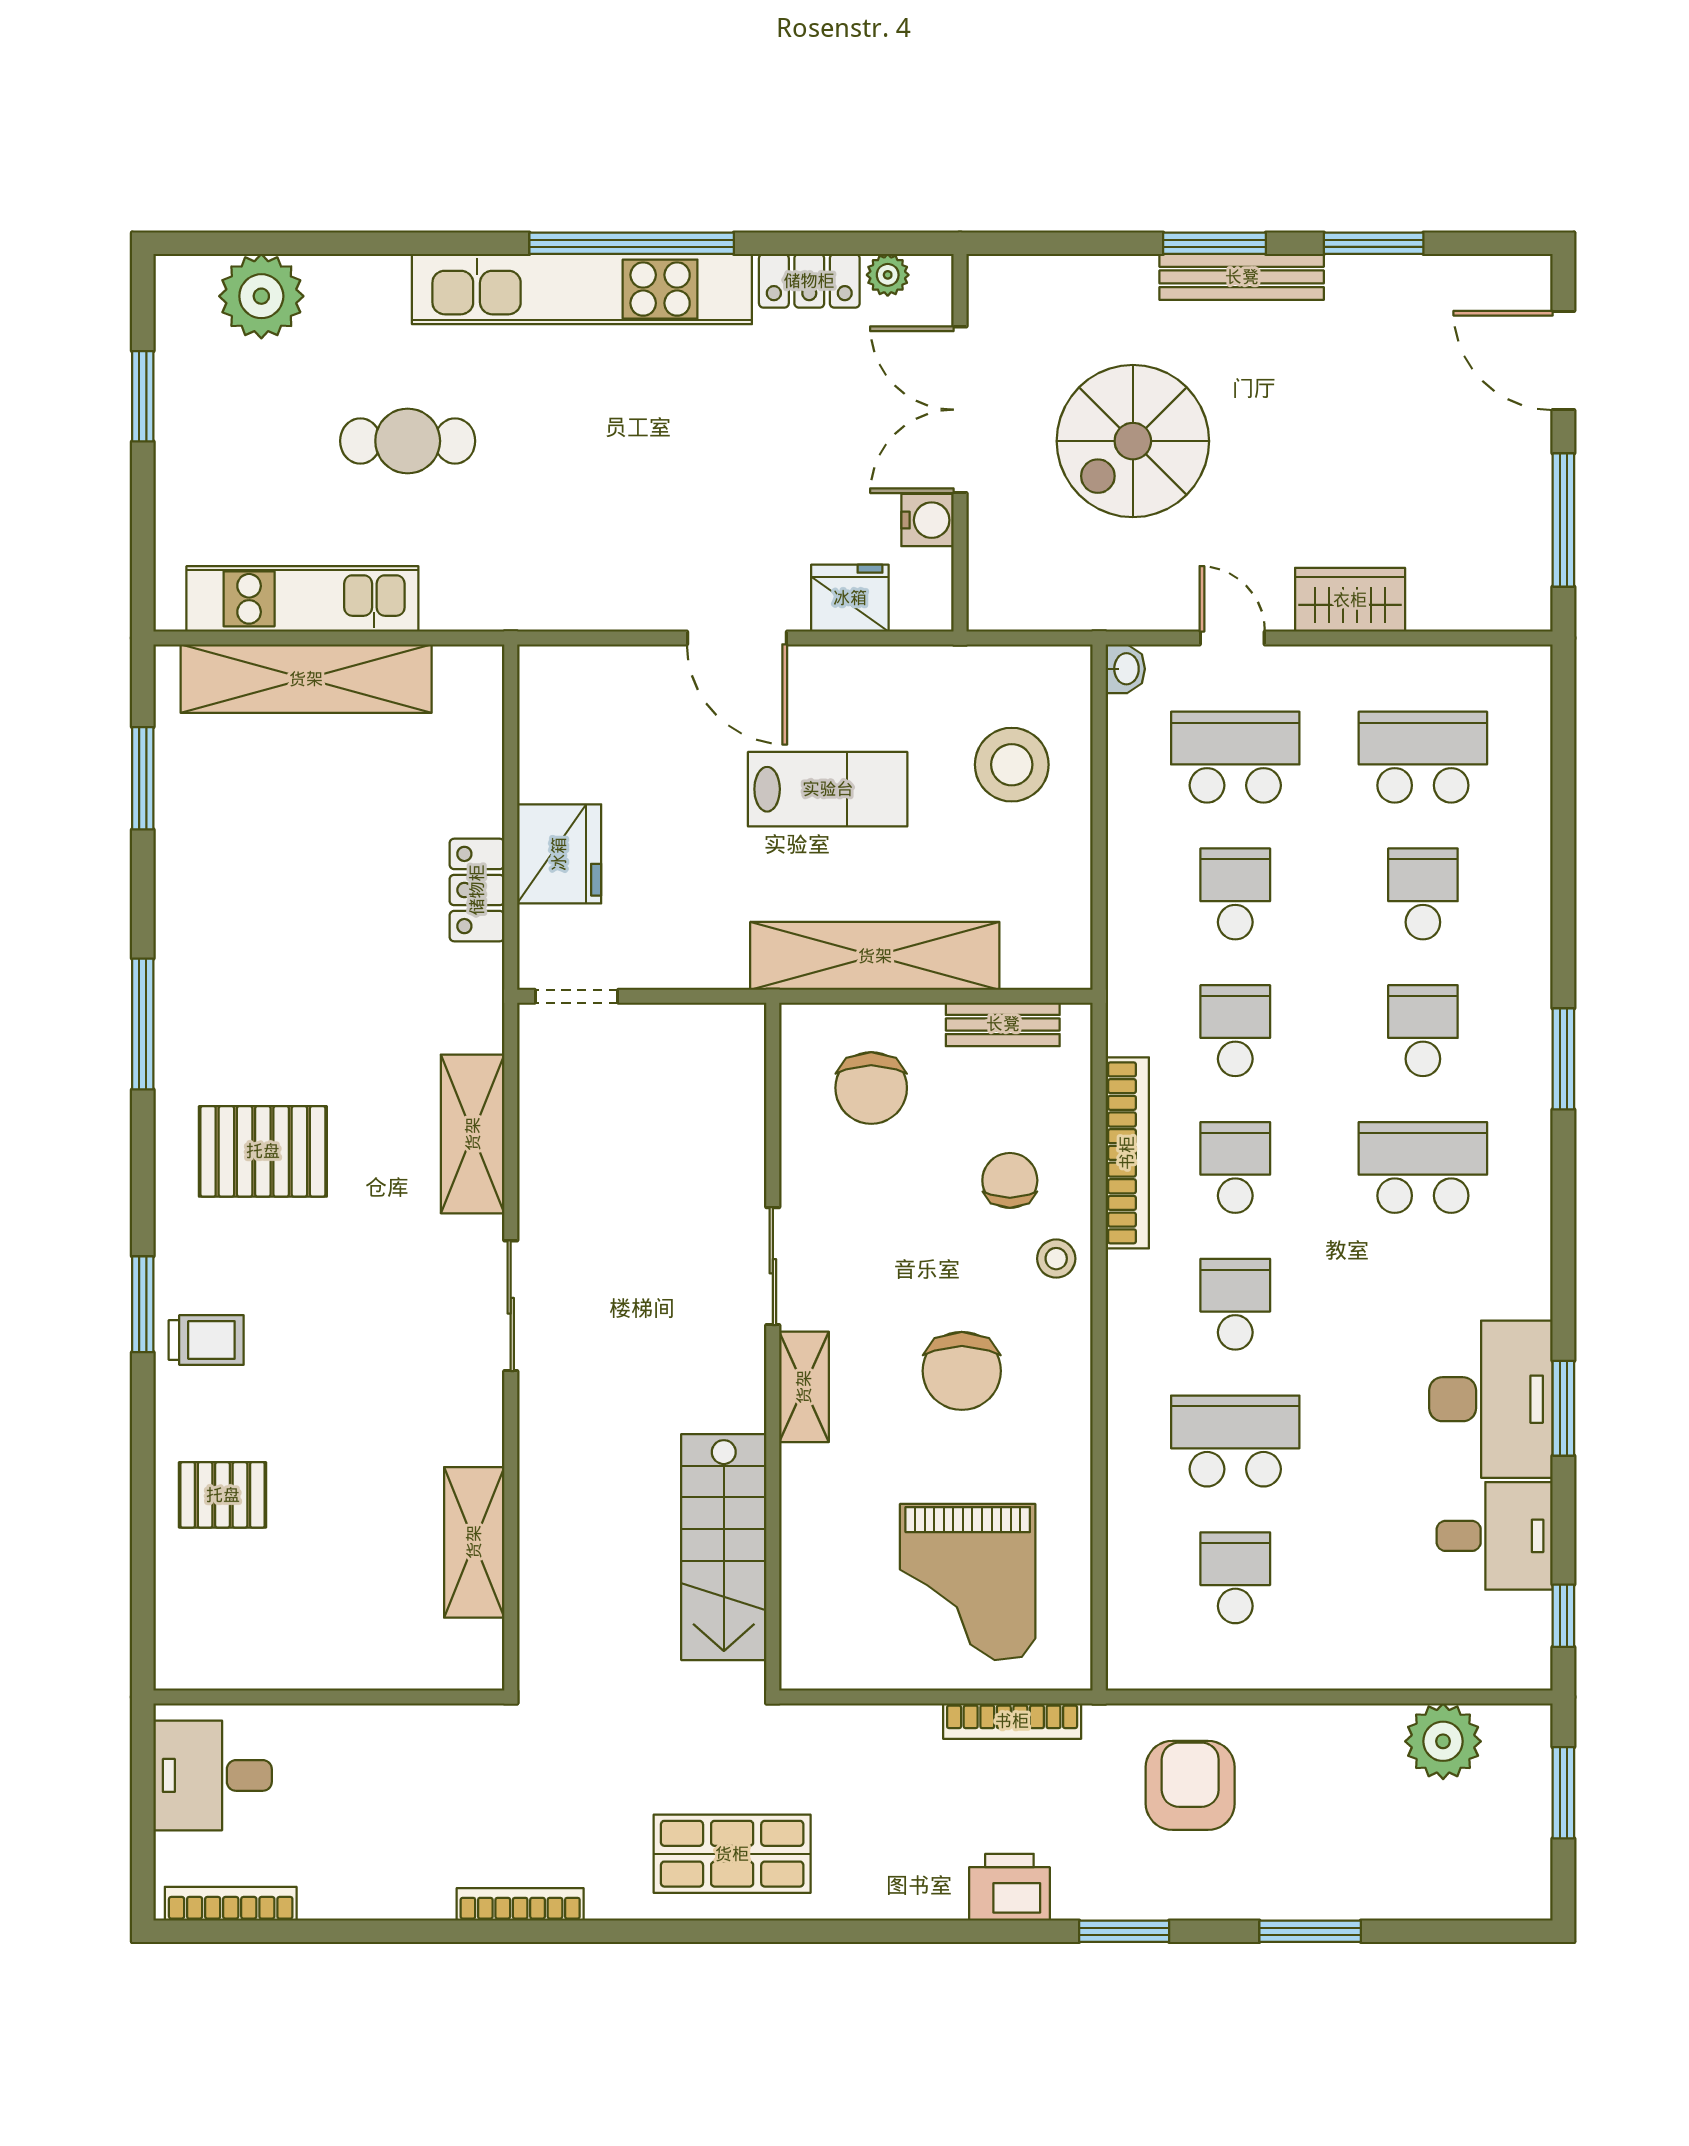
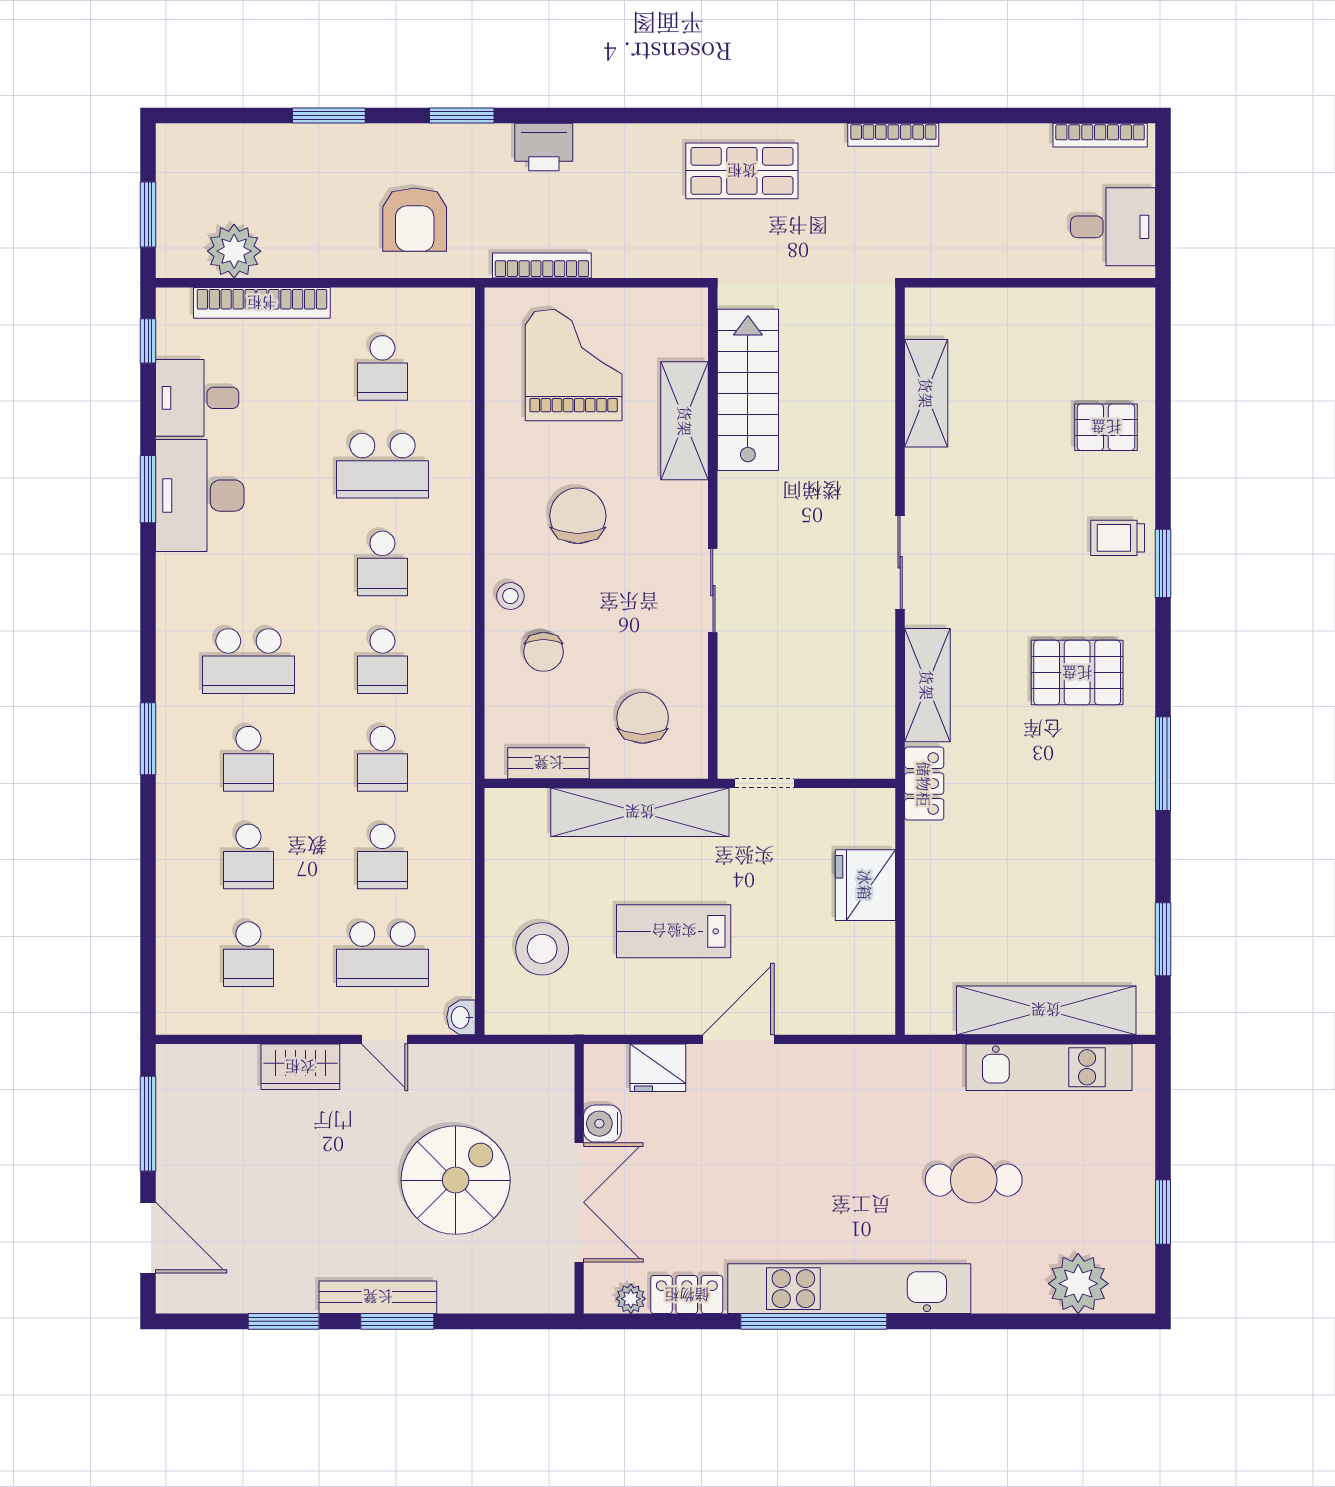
door: (737, 638) -> (738, 1039), hinge flipped
school desk: (1423, 757) -> (248, 954), width x0.54
locker: (477, 890) -> (924, 784), moved
doorway: (576, 996) -> (765, 783), moved
bookcase: (1127, 1153) -> (262, 303), moved, turned -90
shelving: (804, 1387) -> (685, 421), moved, width x1.50, depth x1.33

